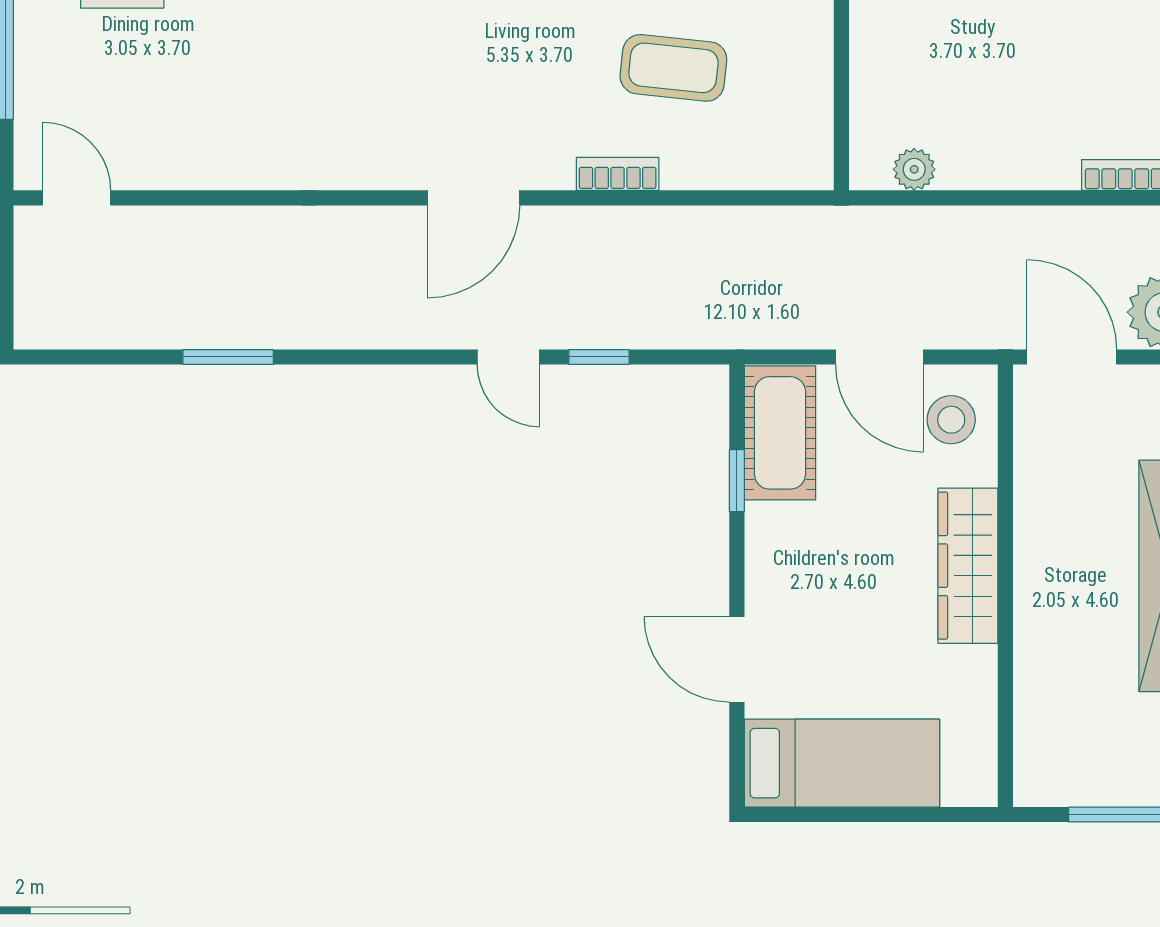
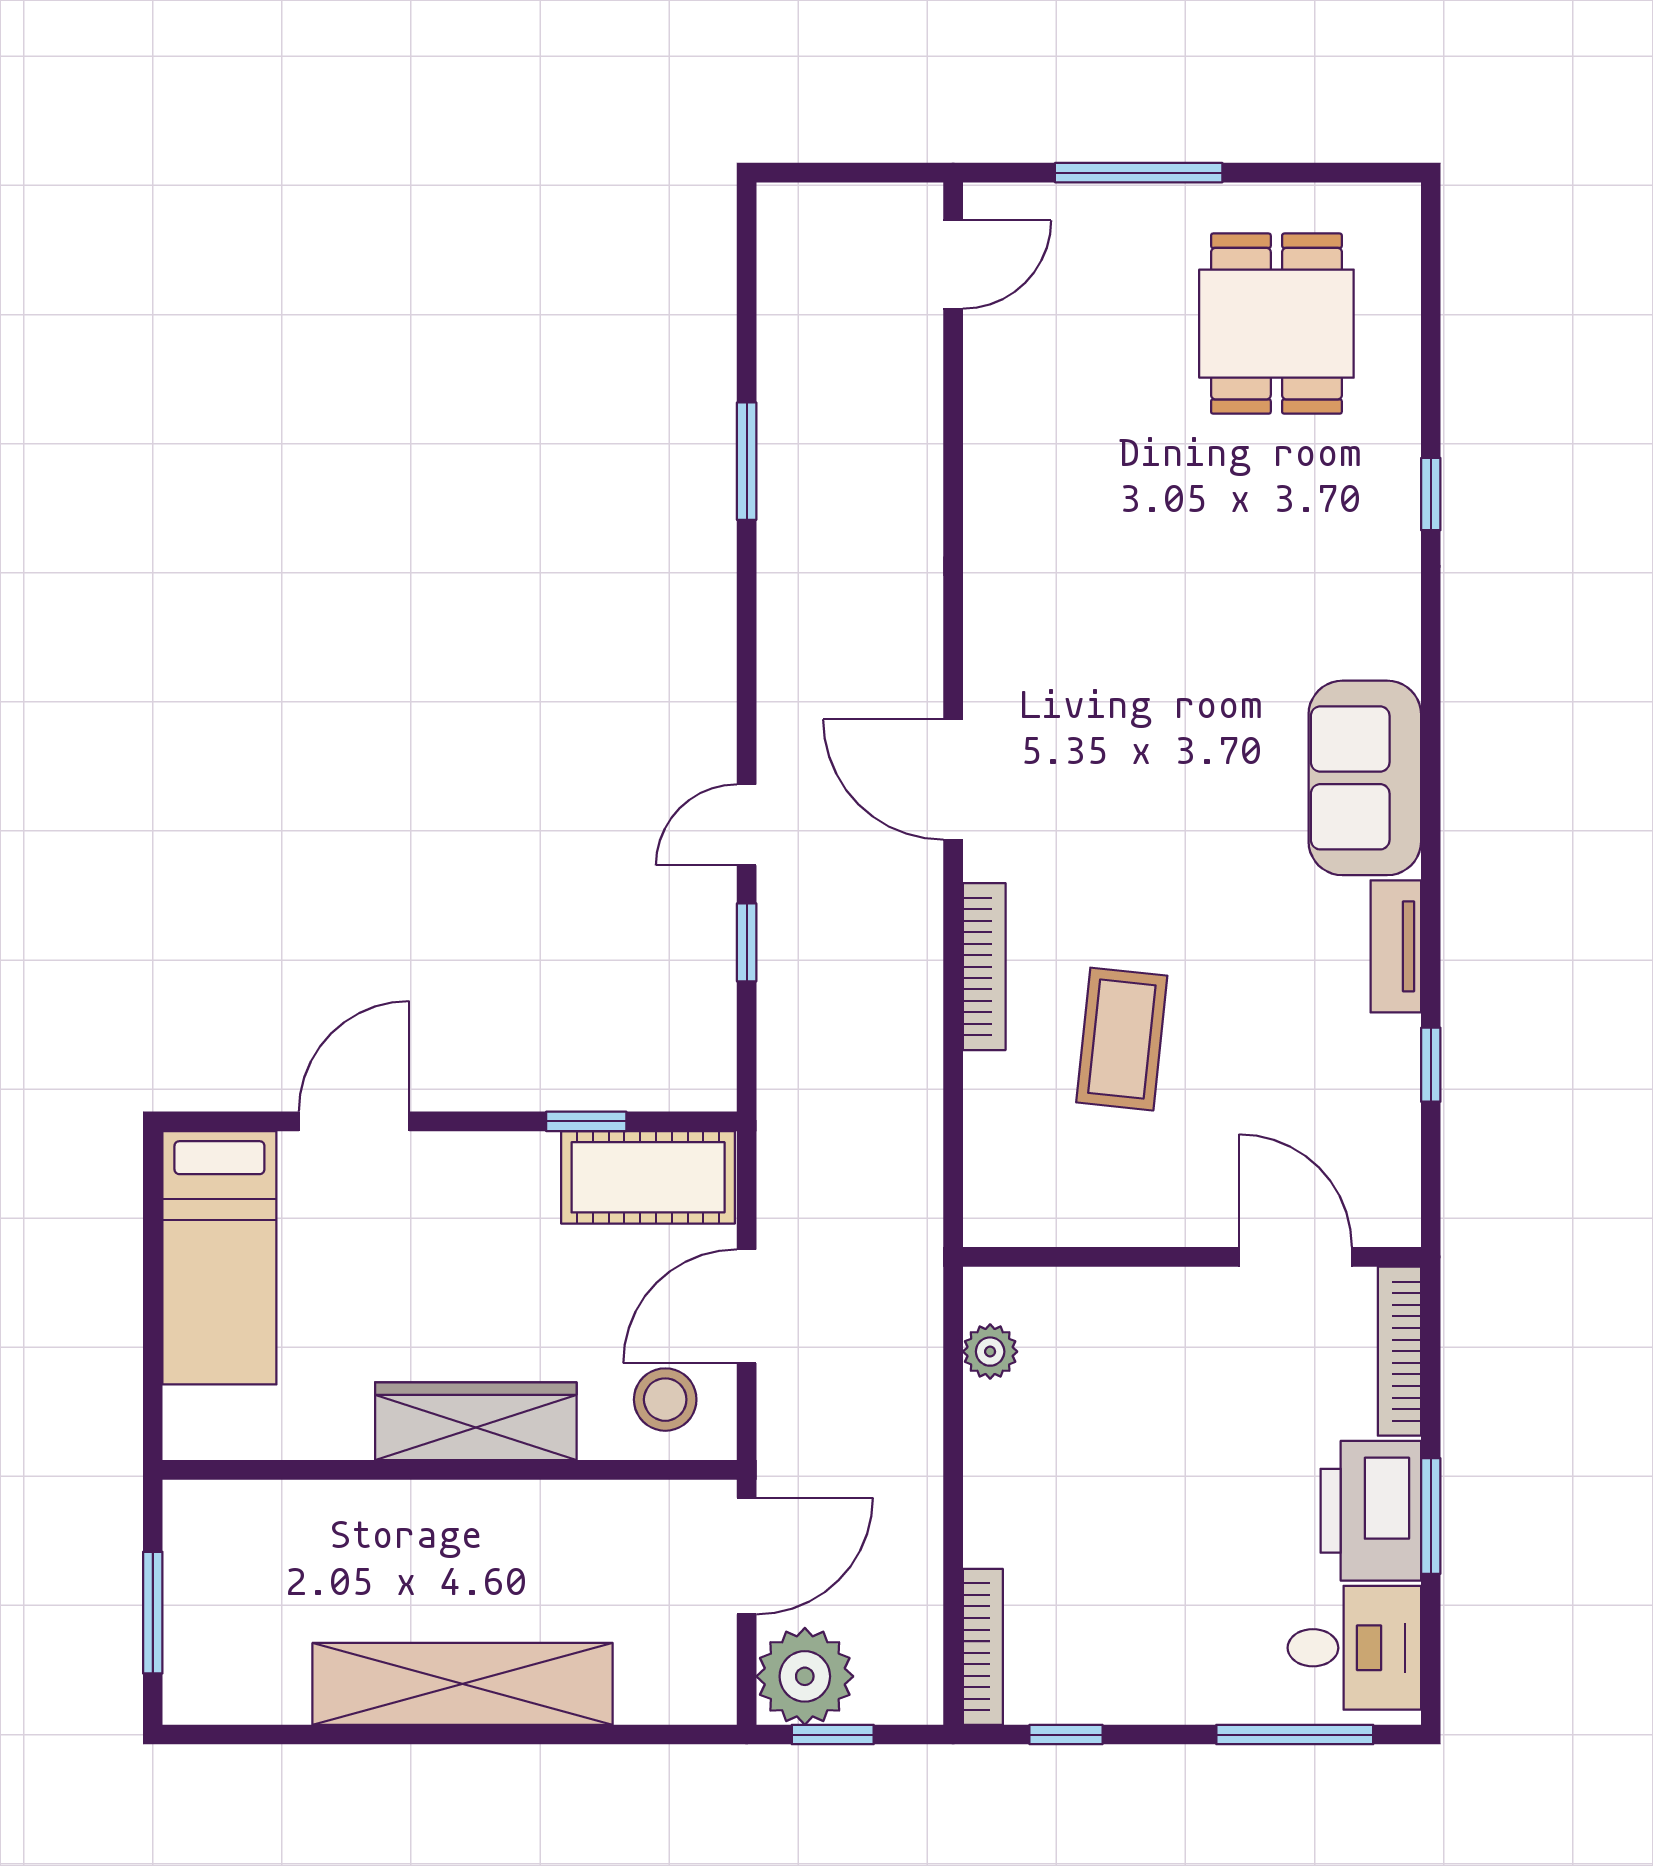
bookcase: (618, 174) -> (984, 967), width x1.56

